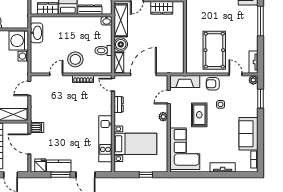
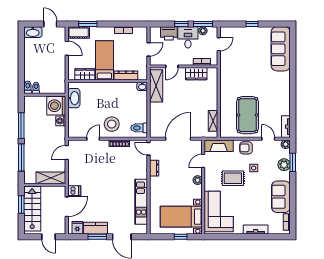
window: (260, 21) -> (293, 87), removed
boiler: (121, 44) -> (156, 109), removed
toilet: (103, 51) -> (139, 128), moved
shelving: (119, 63) -> (213, 121), moved
plant: (252, 101) -> (284, 165), added
rug: (199, 115) -> (233, 178), turned 90
door: (29, 144) -> (67, 207), swing flipped
bed with nightstands: (135, 144) -> (181, 217), moved, turned 180

